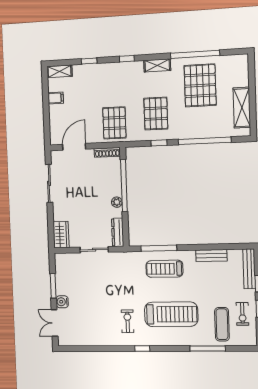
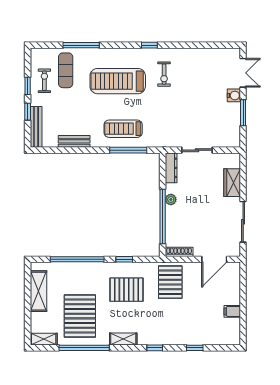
shelving: (59, 71) -> (44, 339), moved
pallet: (156, 114) -> (126, 290), turned 90
wardrobe: (61, 235) -> (232, 183), moved
treadmill: (164, 269) -> (123, 129), turned 180

